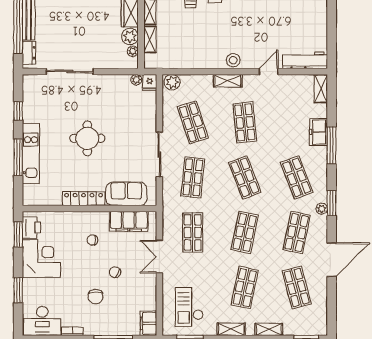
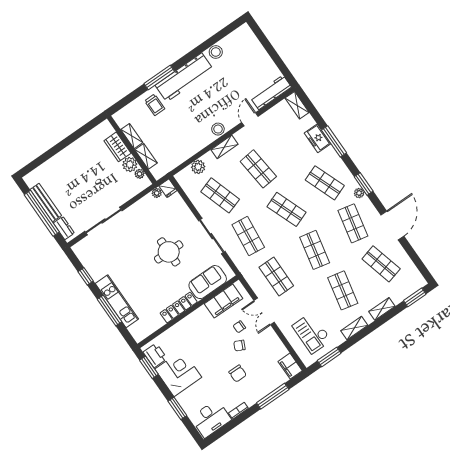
plant: (172, 82) -> (198, 167), moved
round table: (87, 138) -> (169, 252), moved
chair: (92, 240) -> (239, 327), moved

